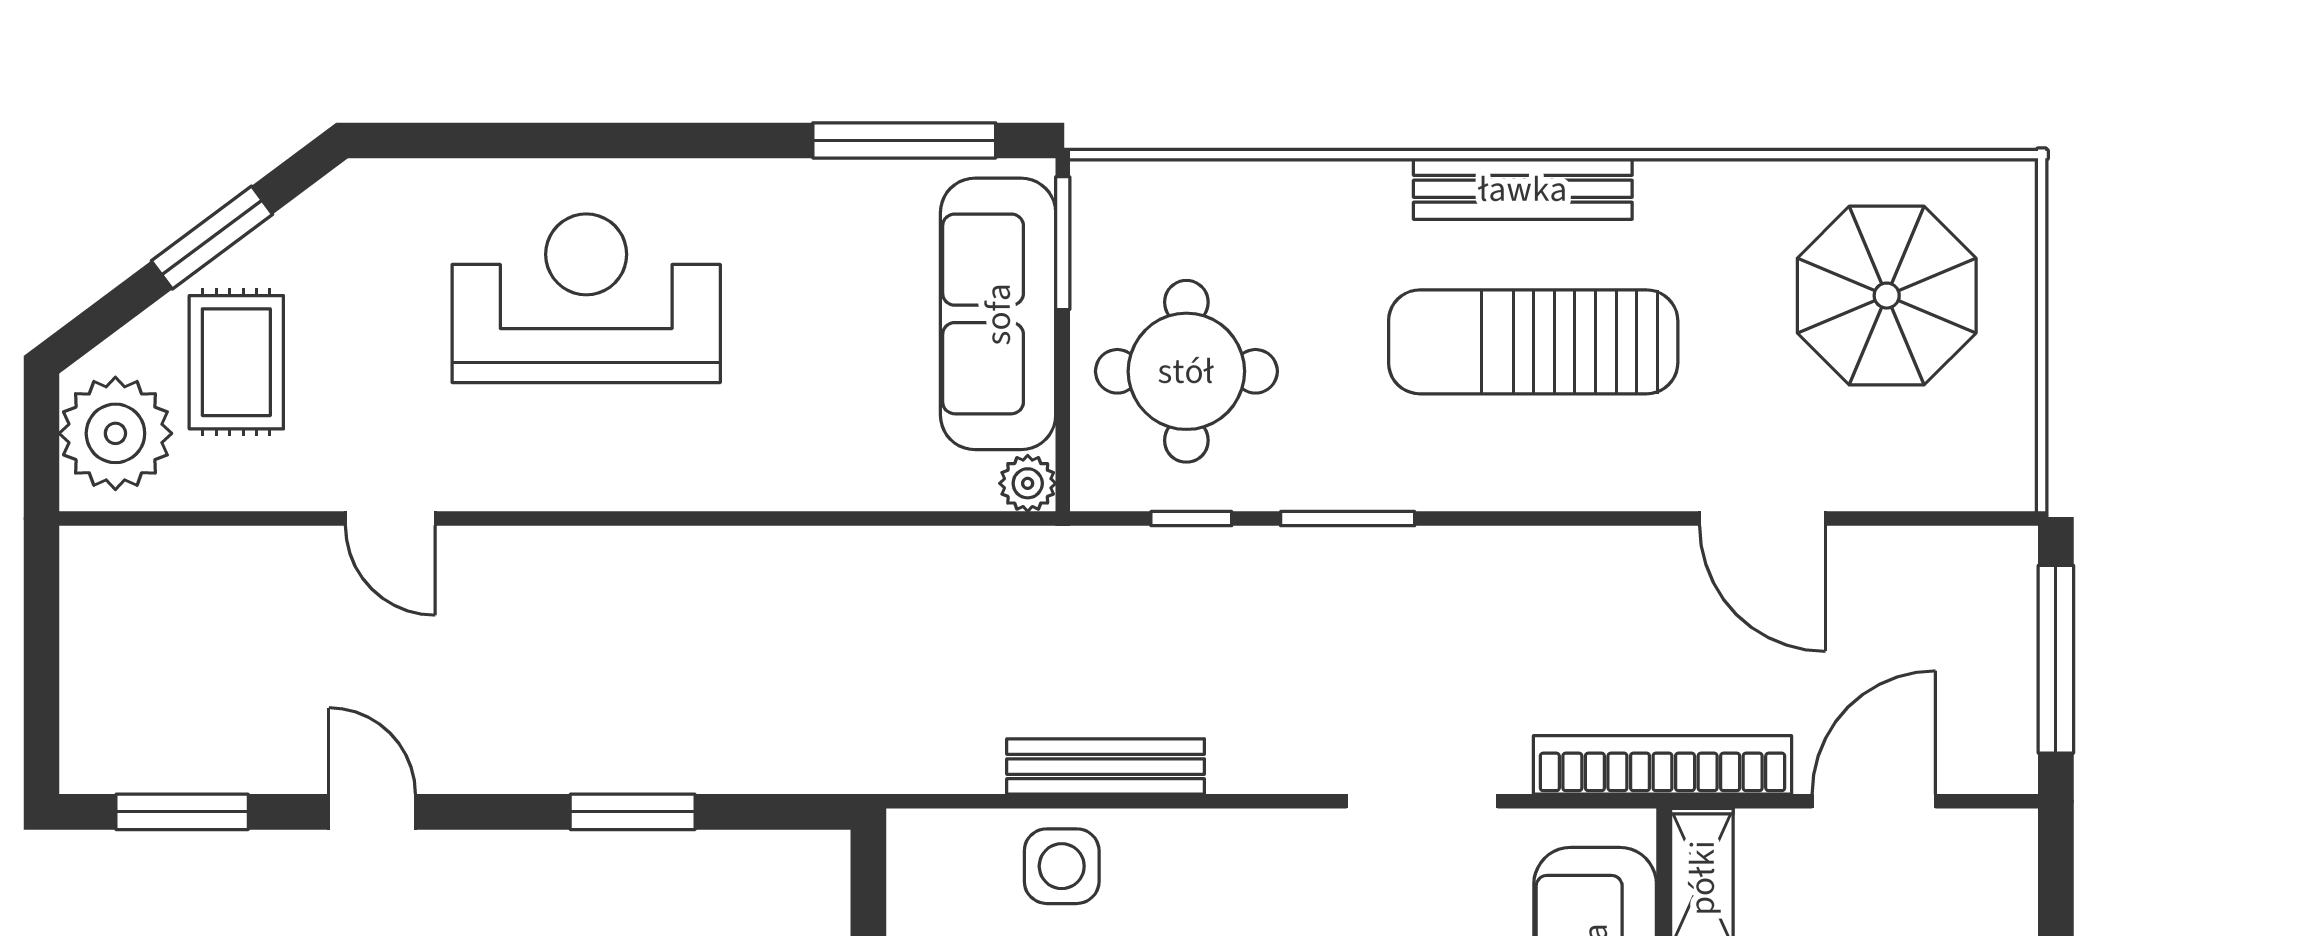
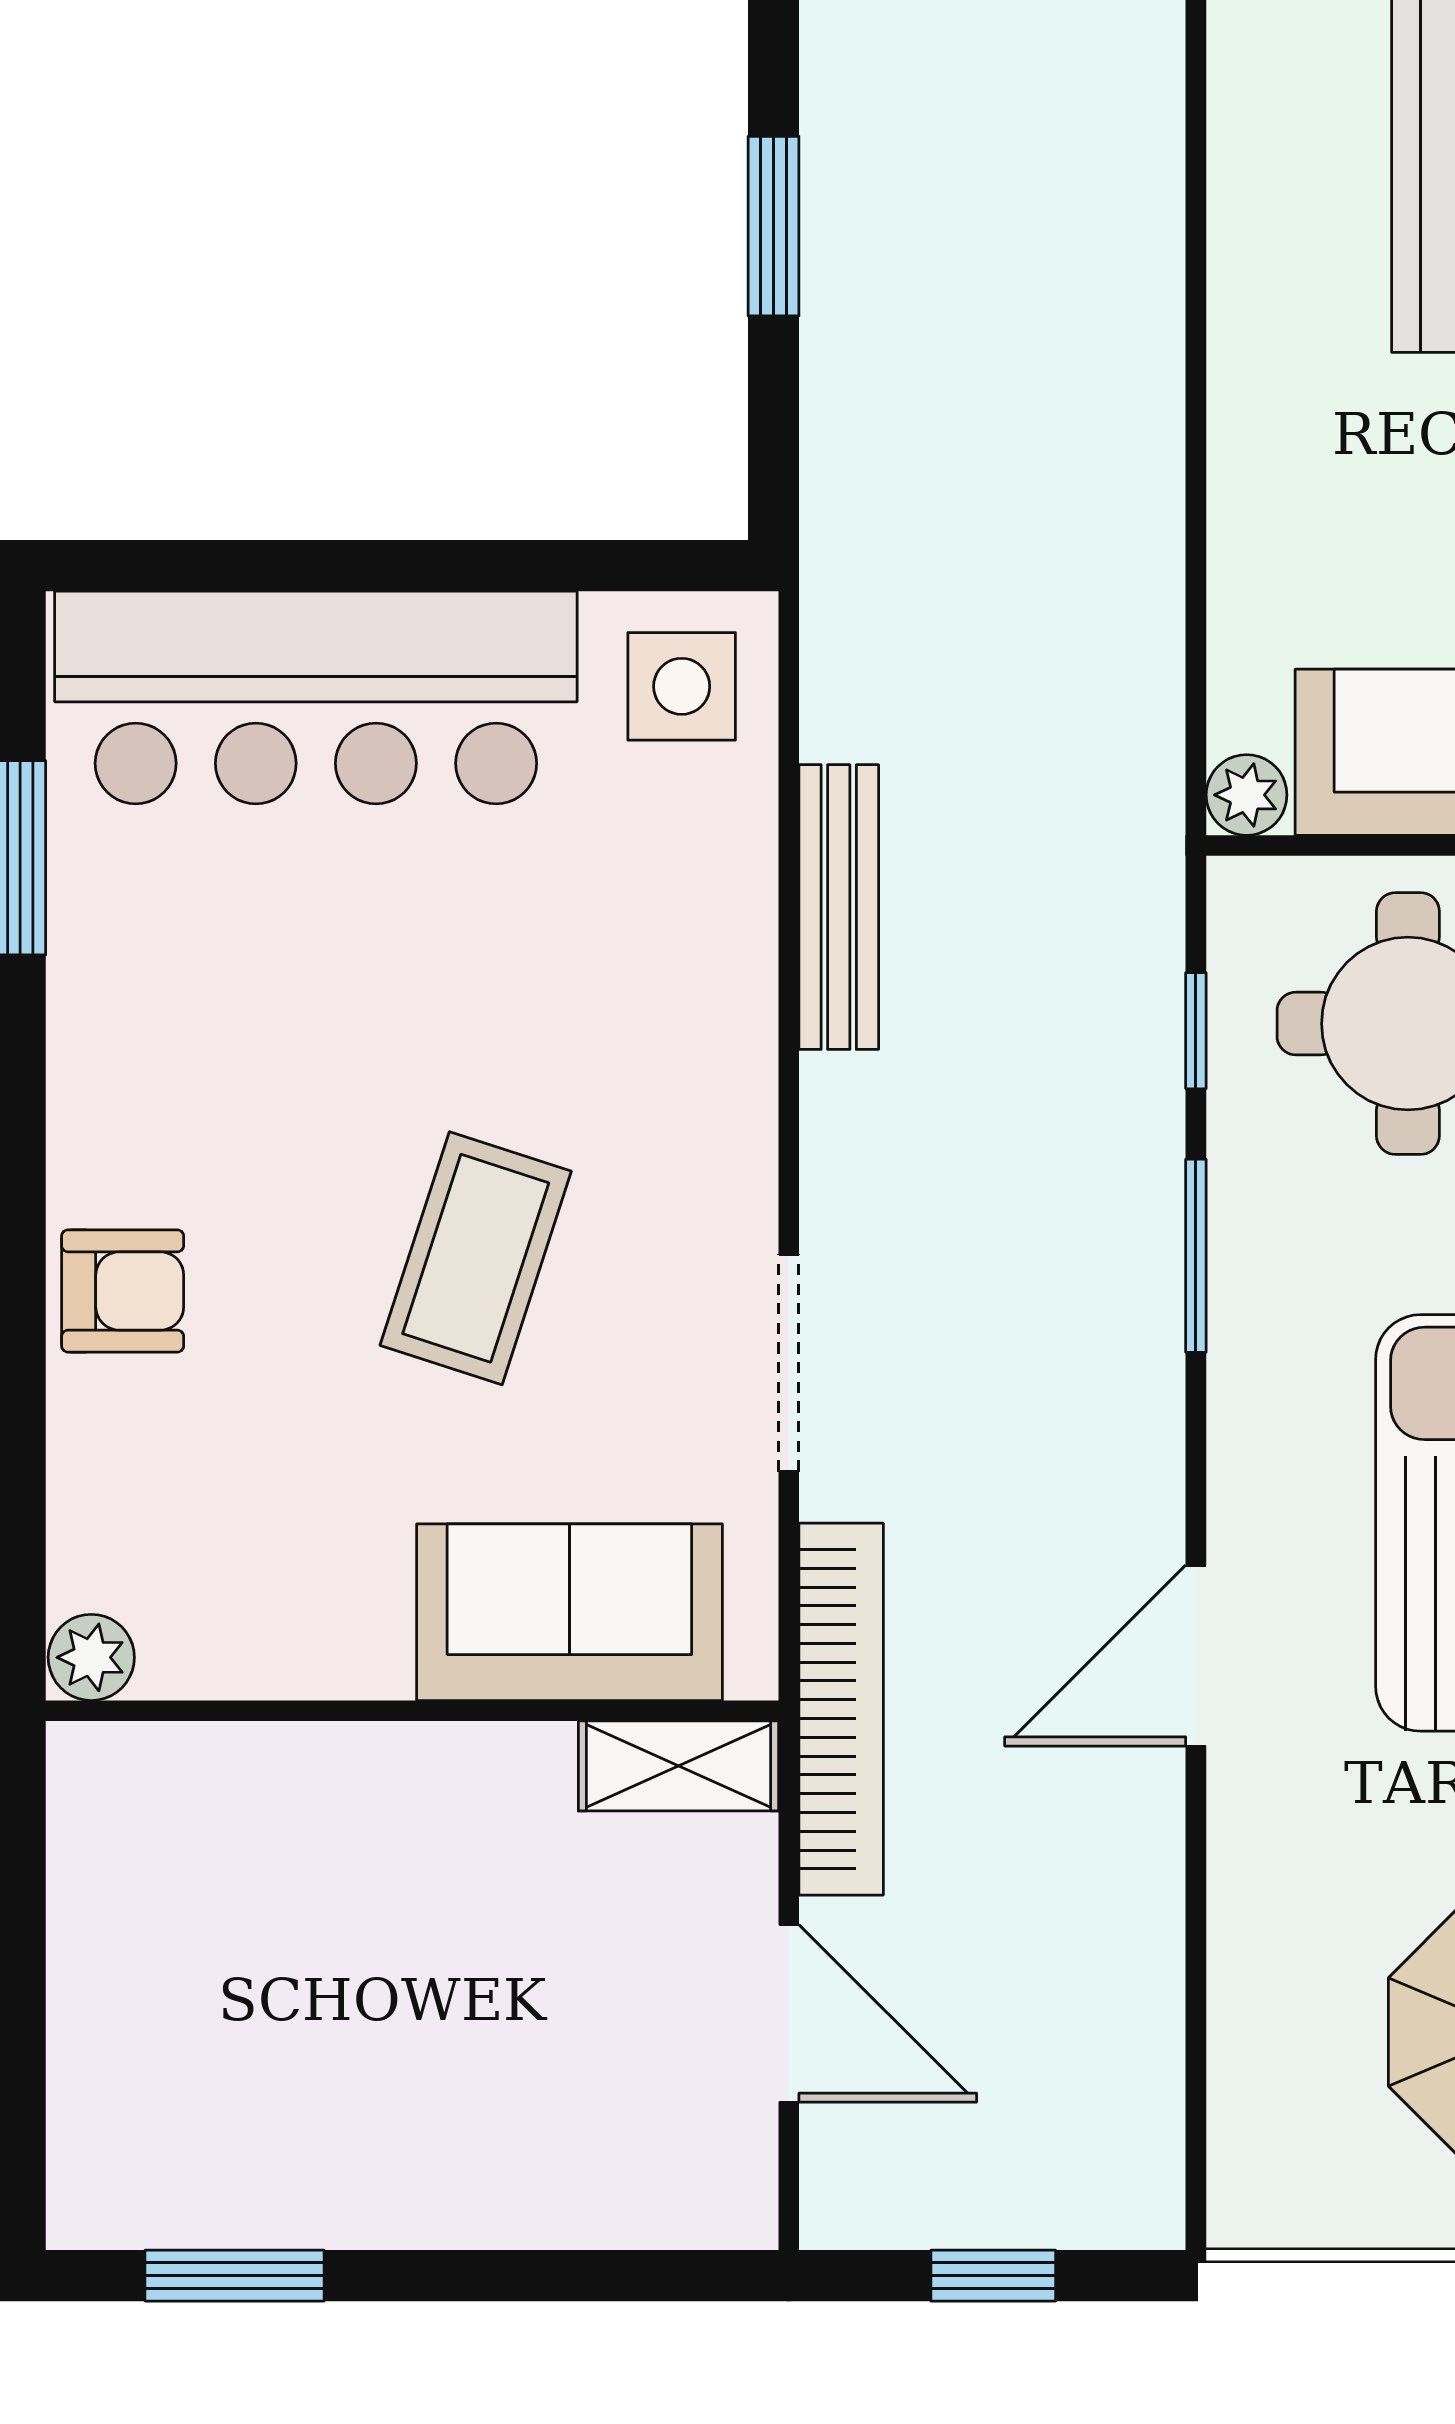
door: (1763, 519) -> (1196, 1656), moved
window: (2056, 659) -> (993, 2276), width x0.46
side table: (1062, 866) -> (682, 686), moved

